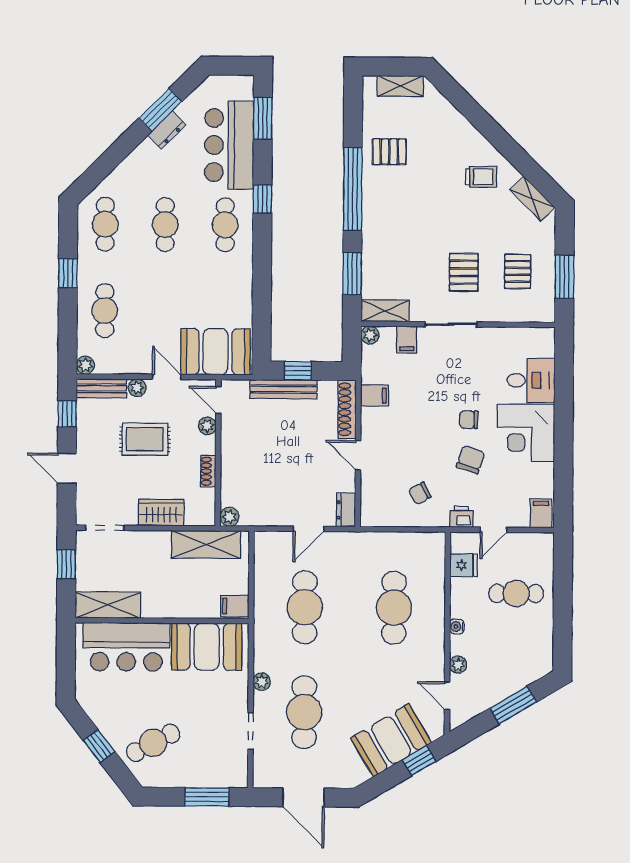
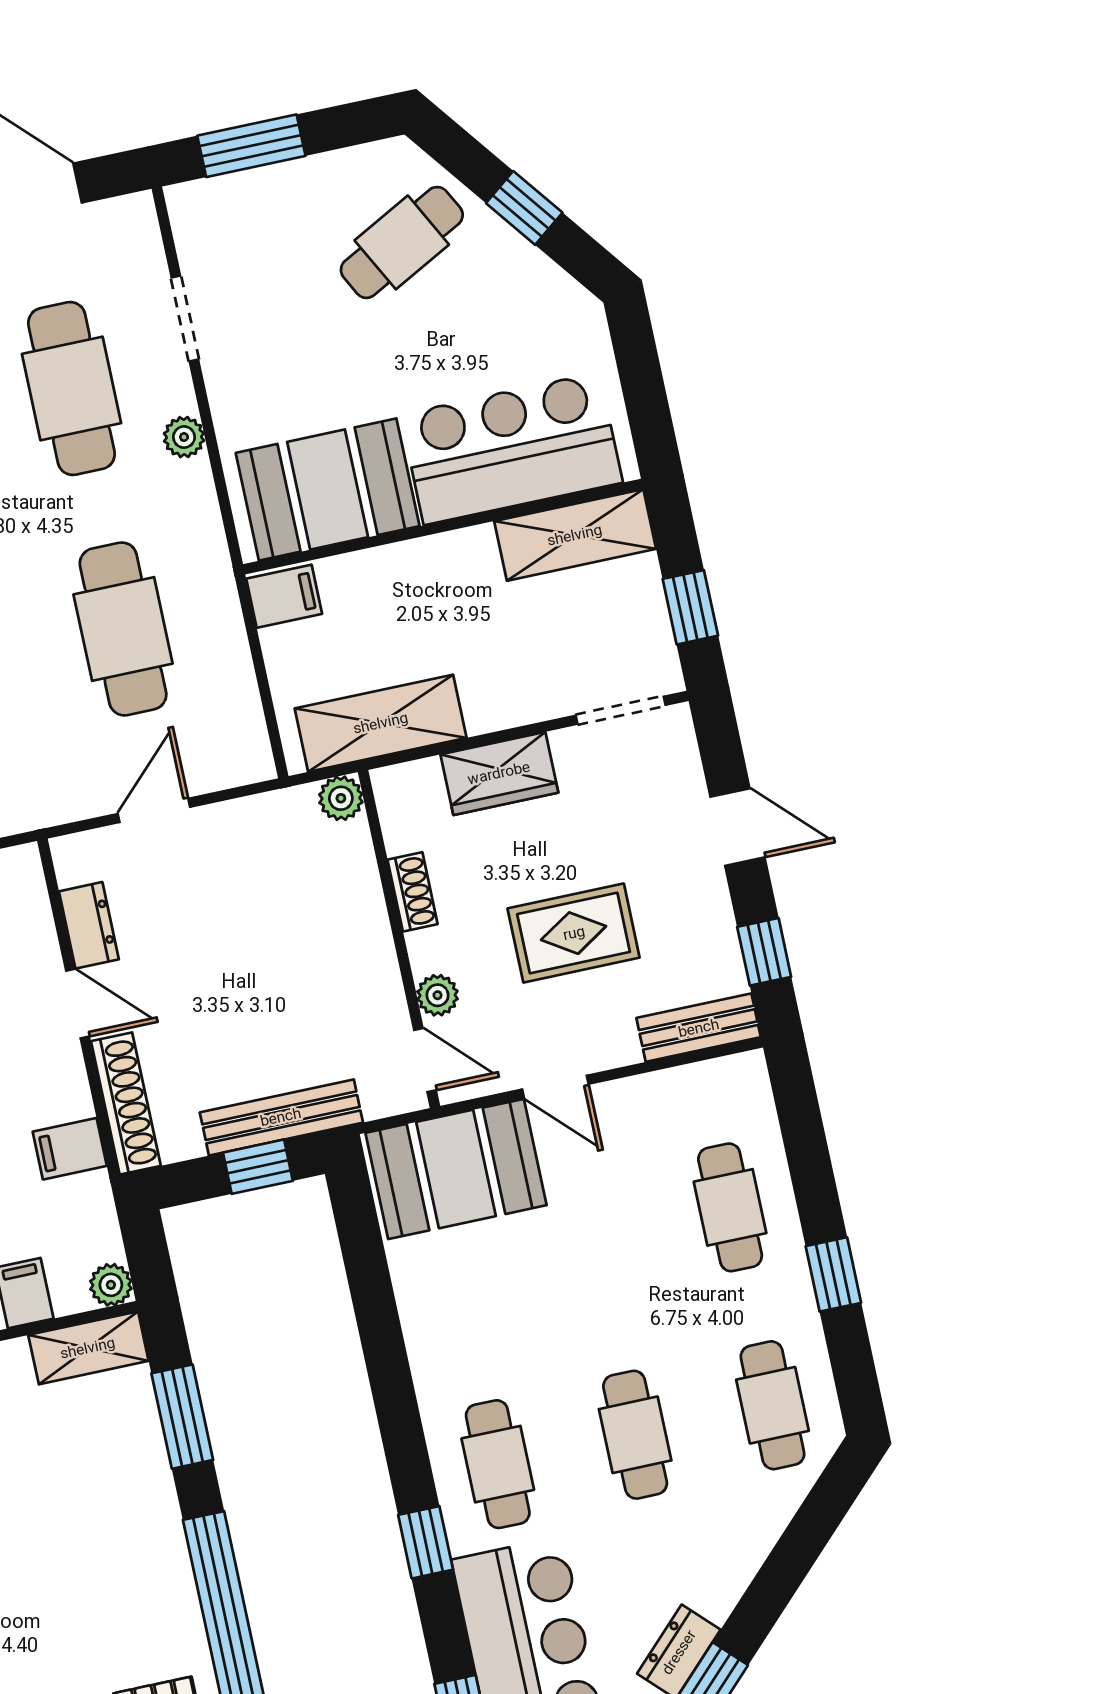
plant: (85, 365) -> (747, 1073), removed
plant: (137, 388) -> (617, 1047), removed
dresser: (346, 510) -> (89, 925), moved

